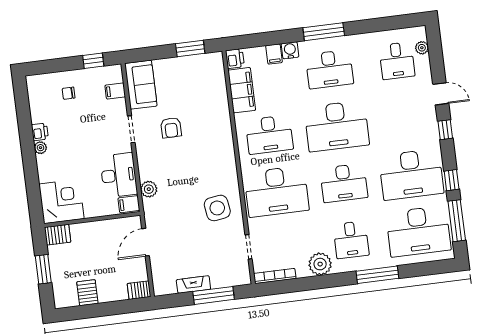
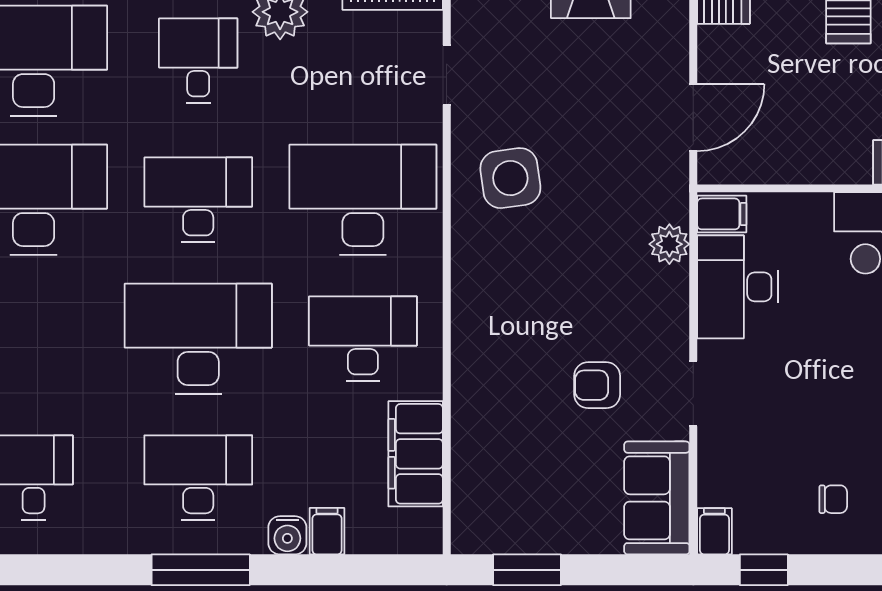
printer: (235, 59) -> (422, 532), removed
filing cabinet: (115, 91) -> (714, 531), moved, turned -90
armchair: (171, 128) -> (597, 385), turned -90

